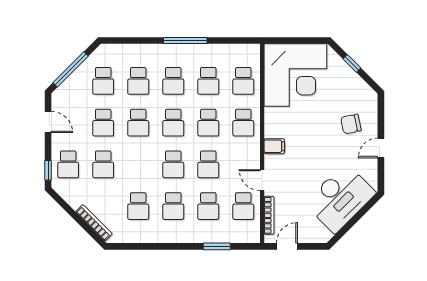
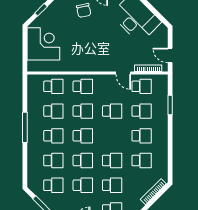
corner desk: (295, 75) -> (43, 44), width x0.74, depth x0.74
filing cabinet: (274, 146) -> (99, 65), removed
school desk: (173, 164) -> (112, 161), moved
door: (262, 180) -> (123, 73), hinge flipped

